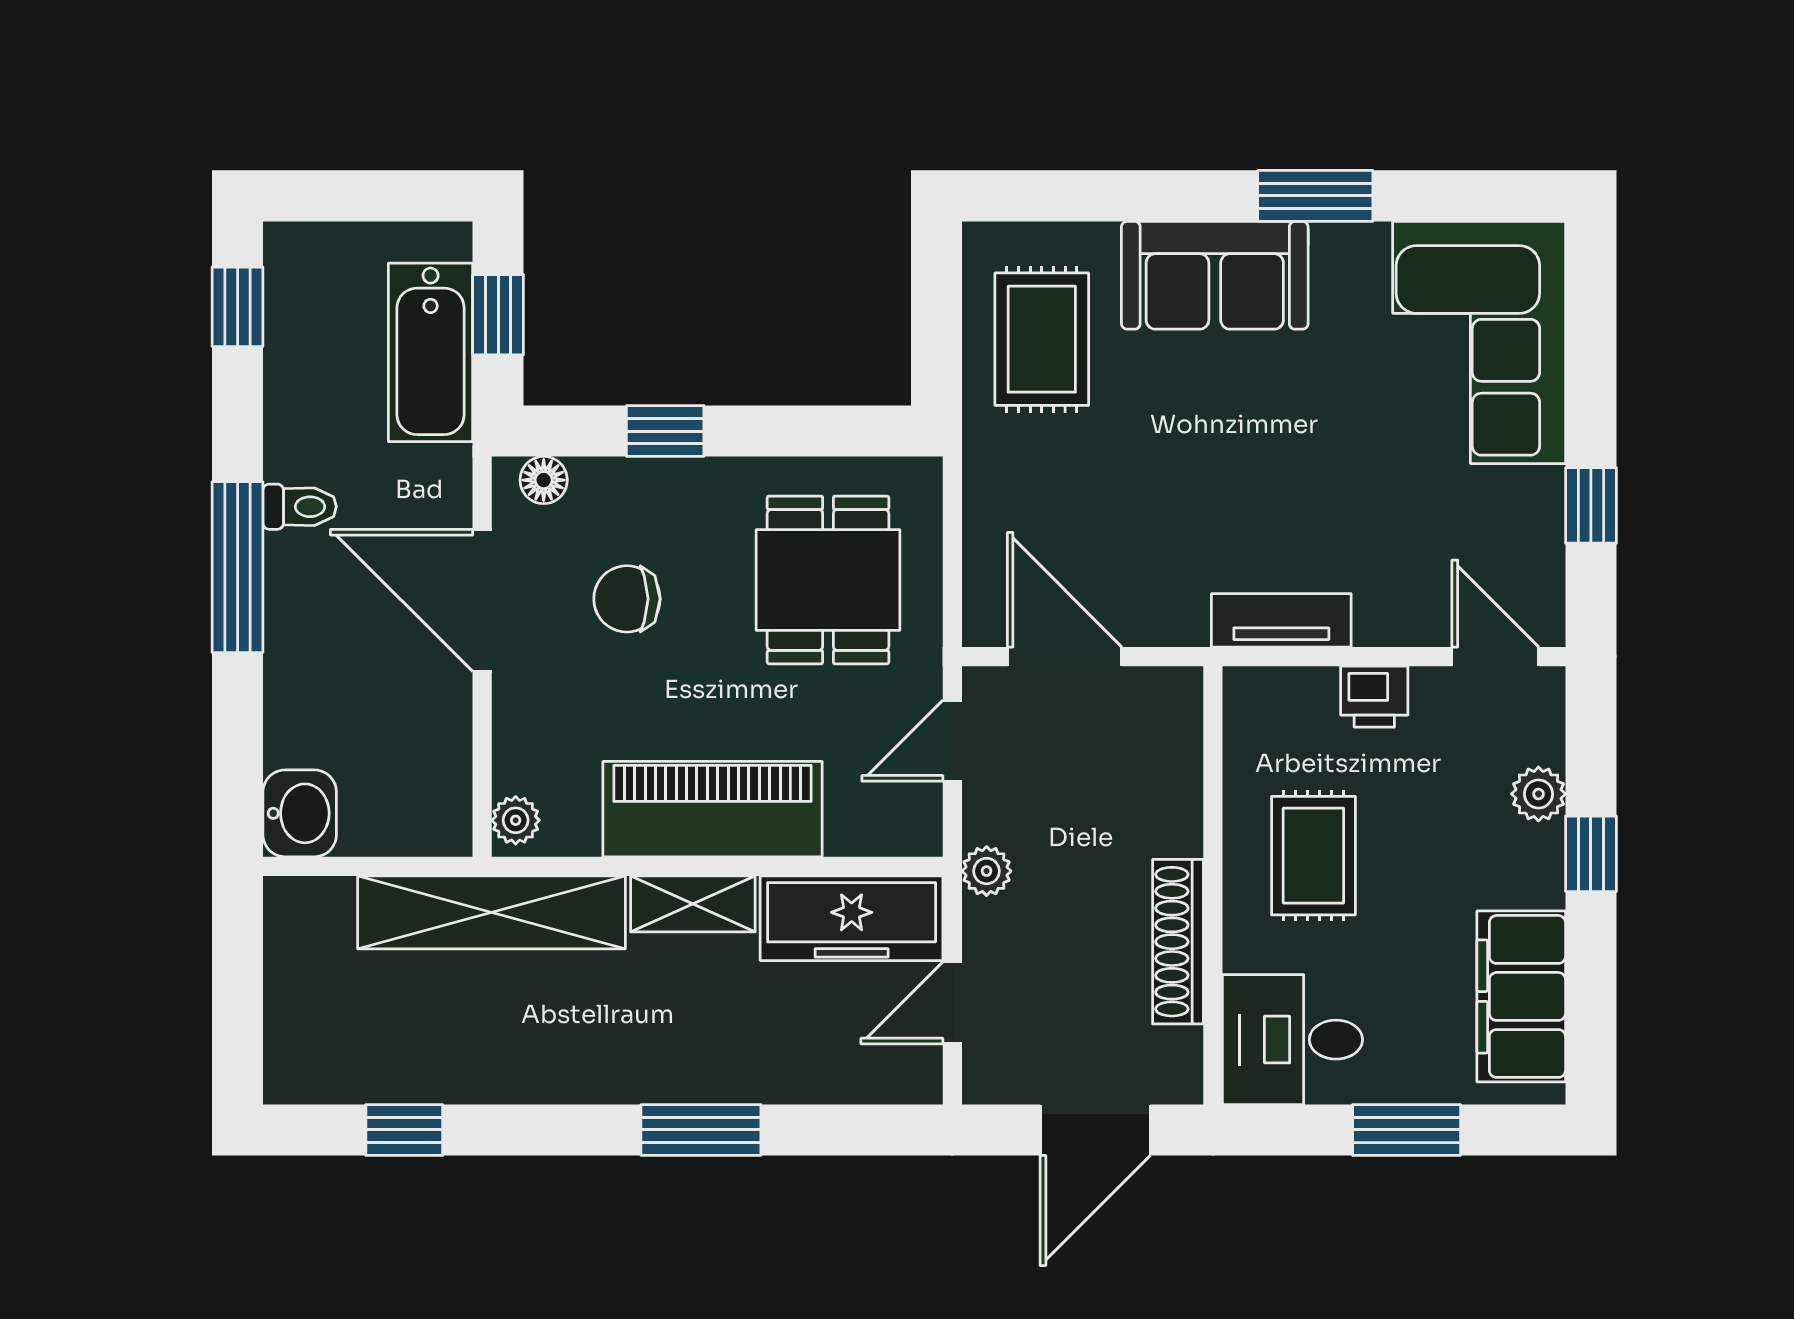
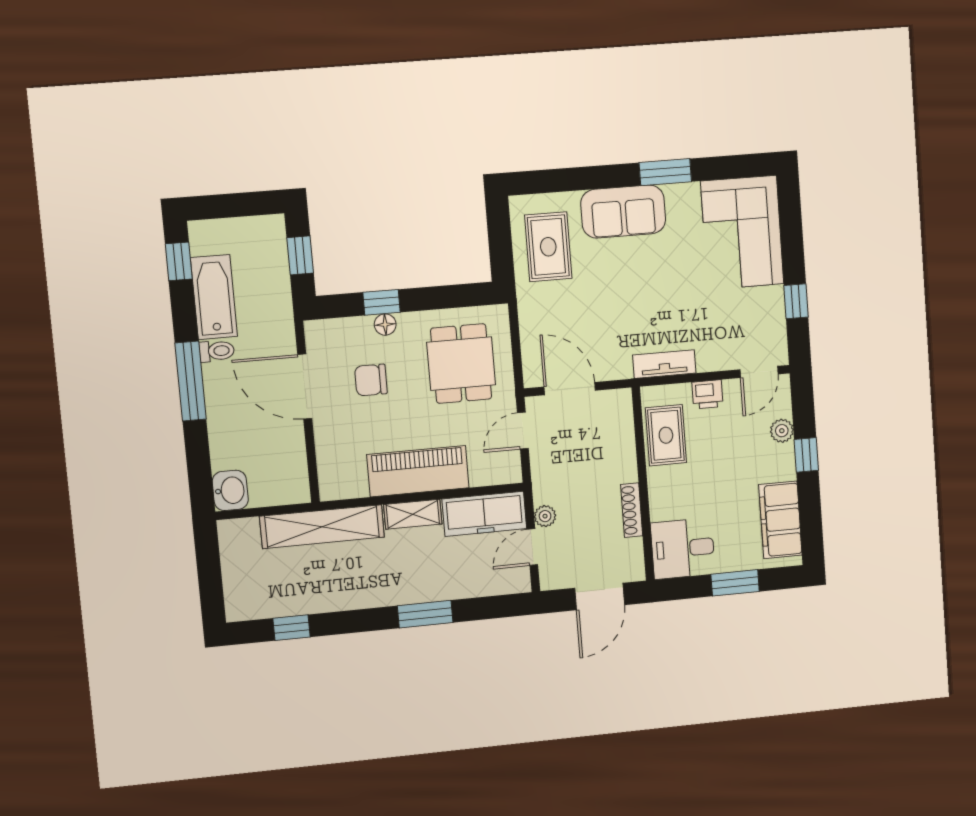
bathtub: (431, 352) -> (214, 297), moved, turned 180
floor lamp: (544, 480) -> (385, 325), moved
door: (1495, 657) -> (759, 372), swing flipped
plant: (516, 820) -> (329, 484), removed
rug: (1313, 856) -> (666, 435), moved
plant: (987, 871) -> (545, 516), moved
shoe rack: (1178, 942) -> (632, 510), width x0.74, depth x0.81

